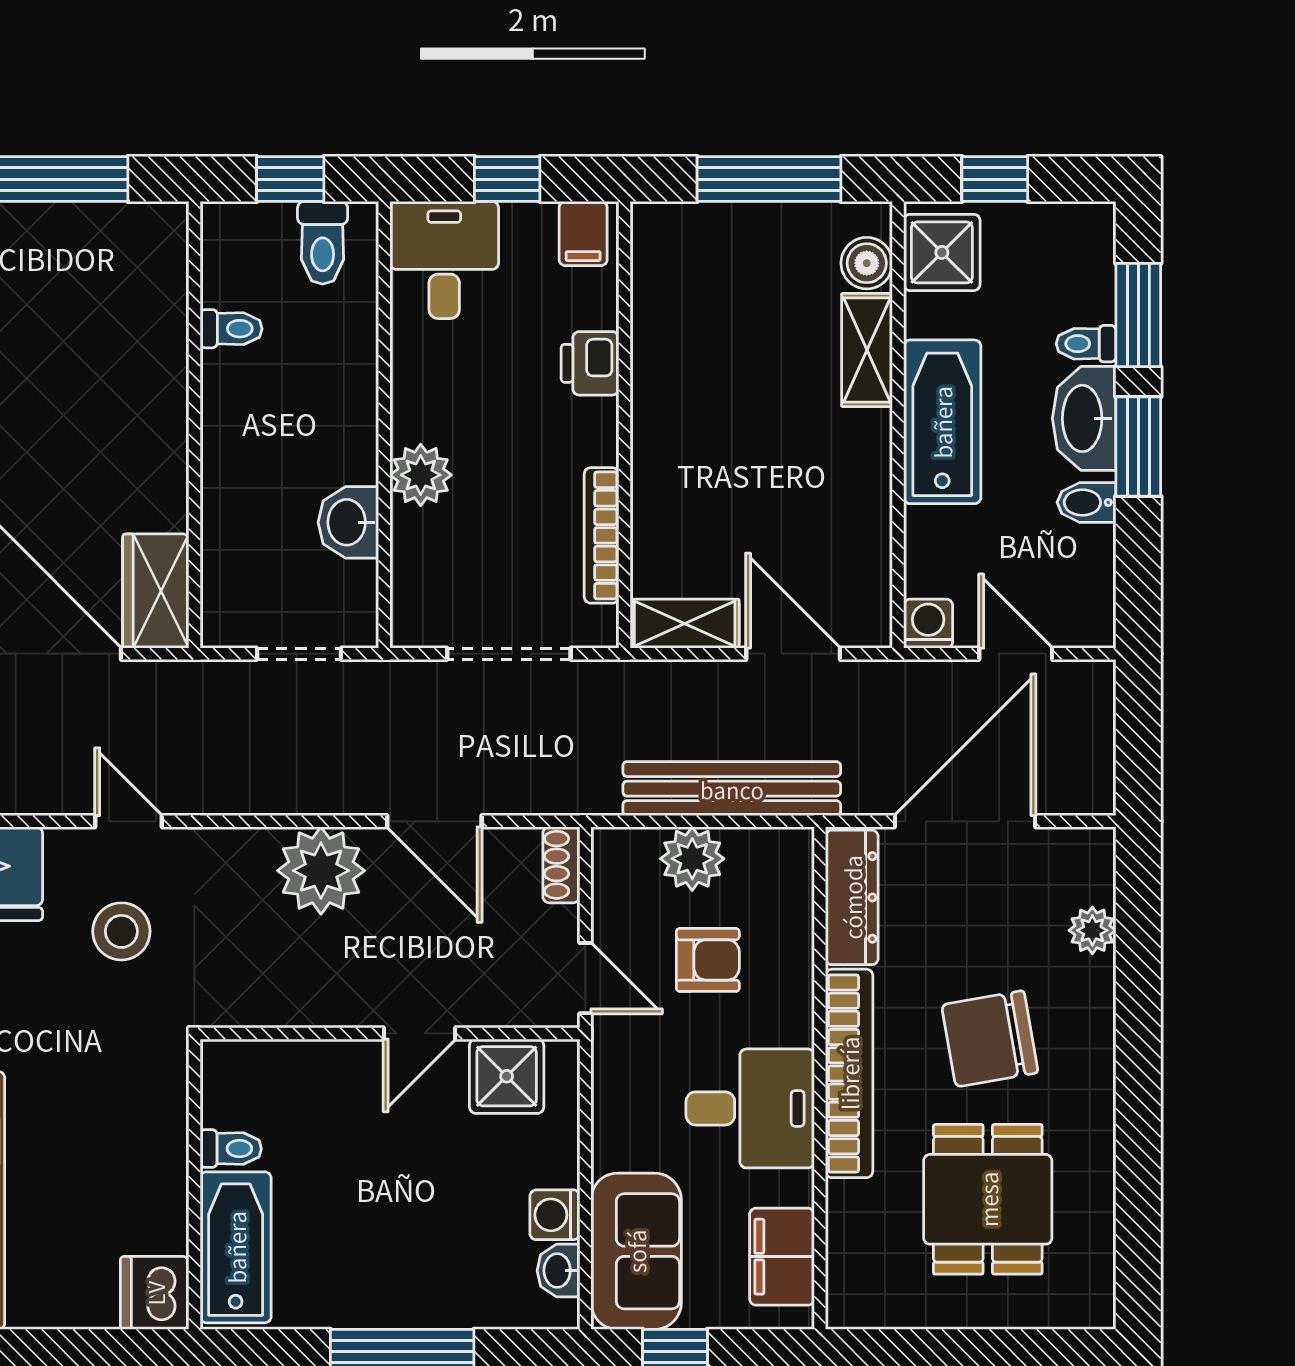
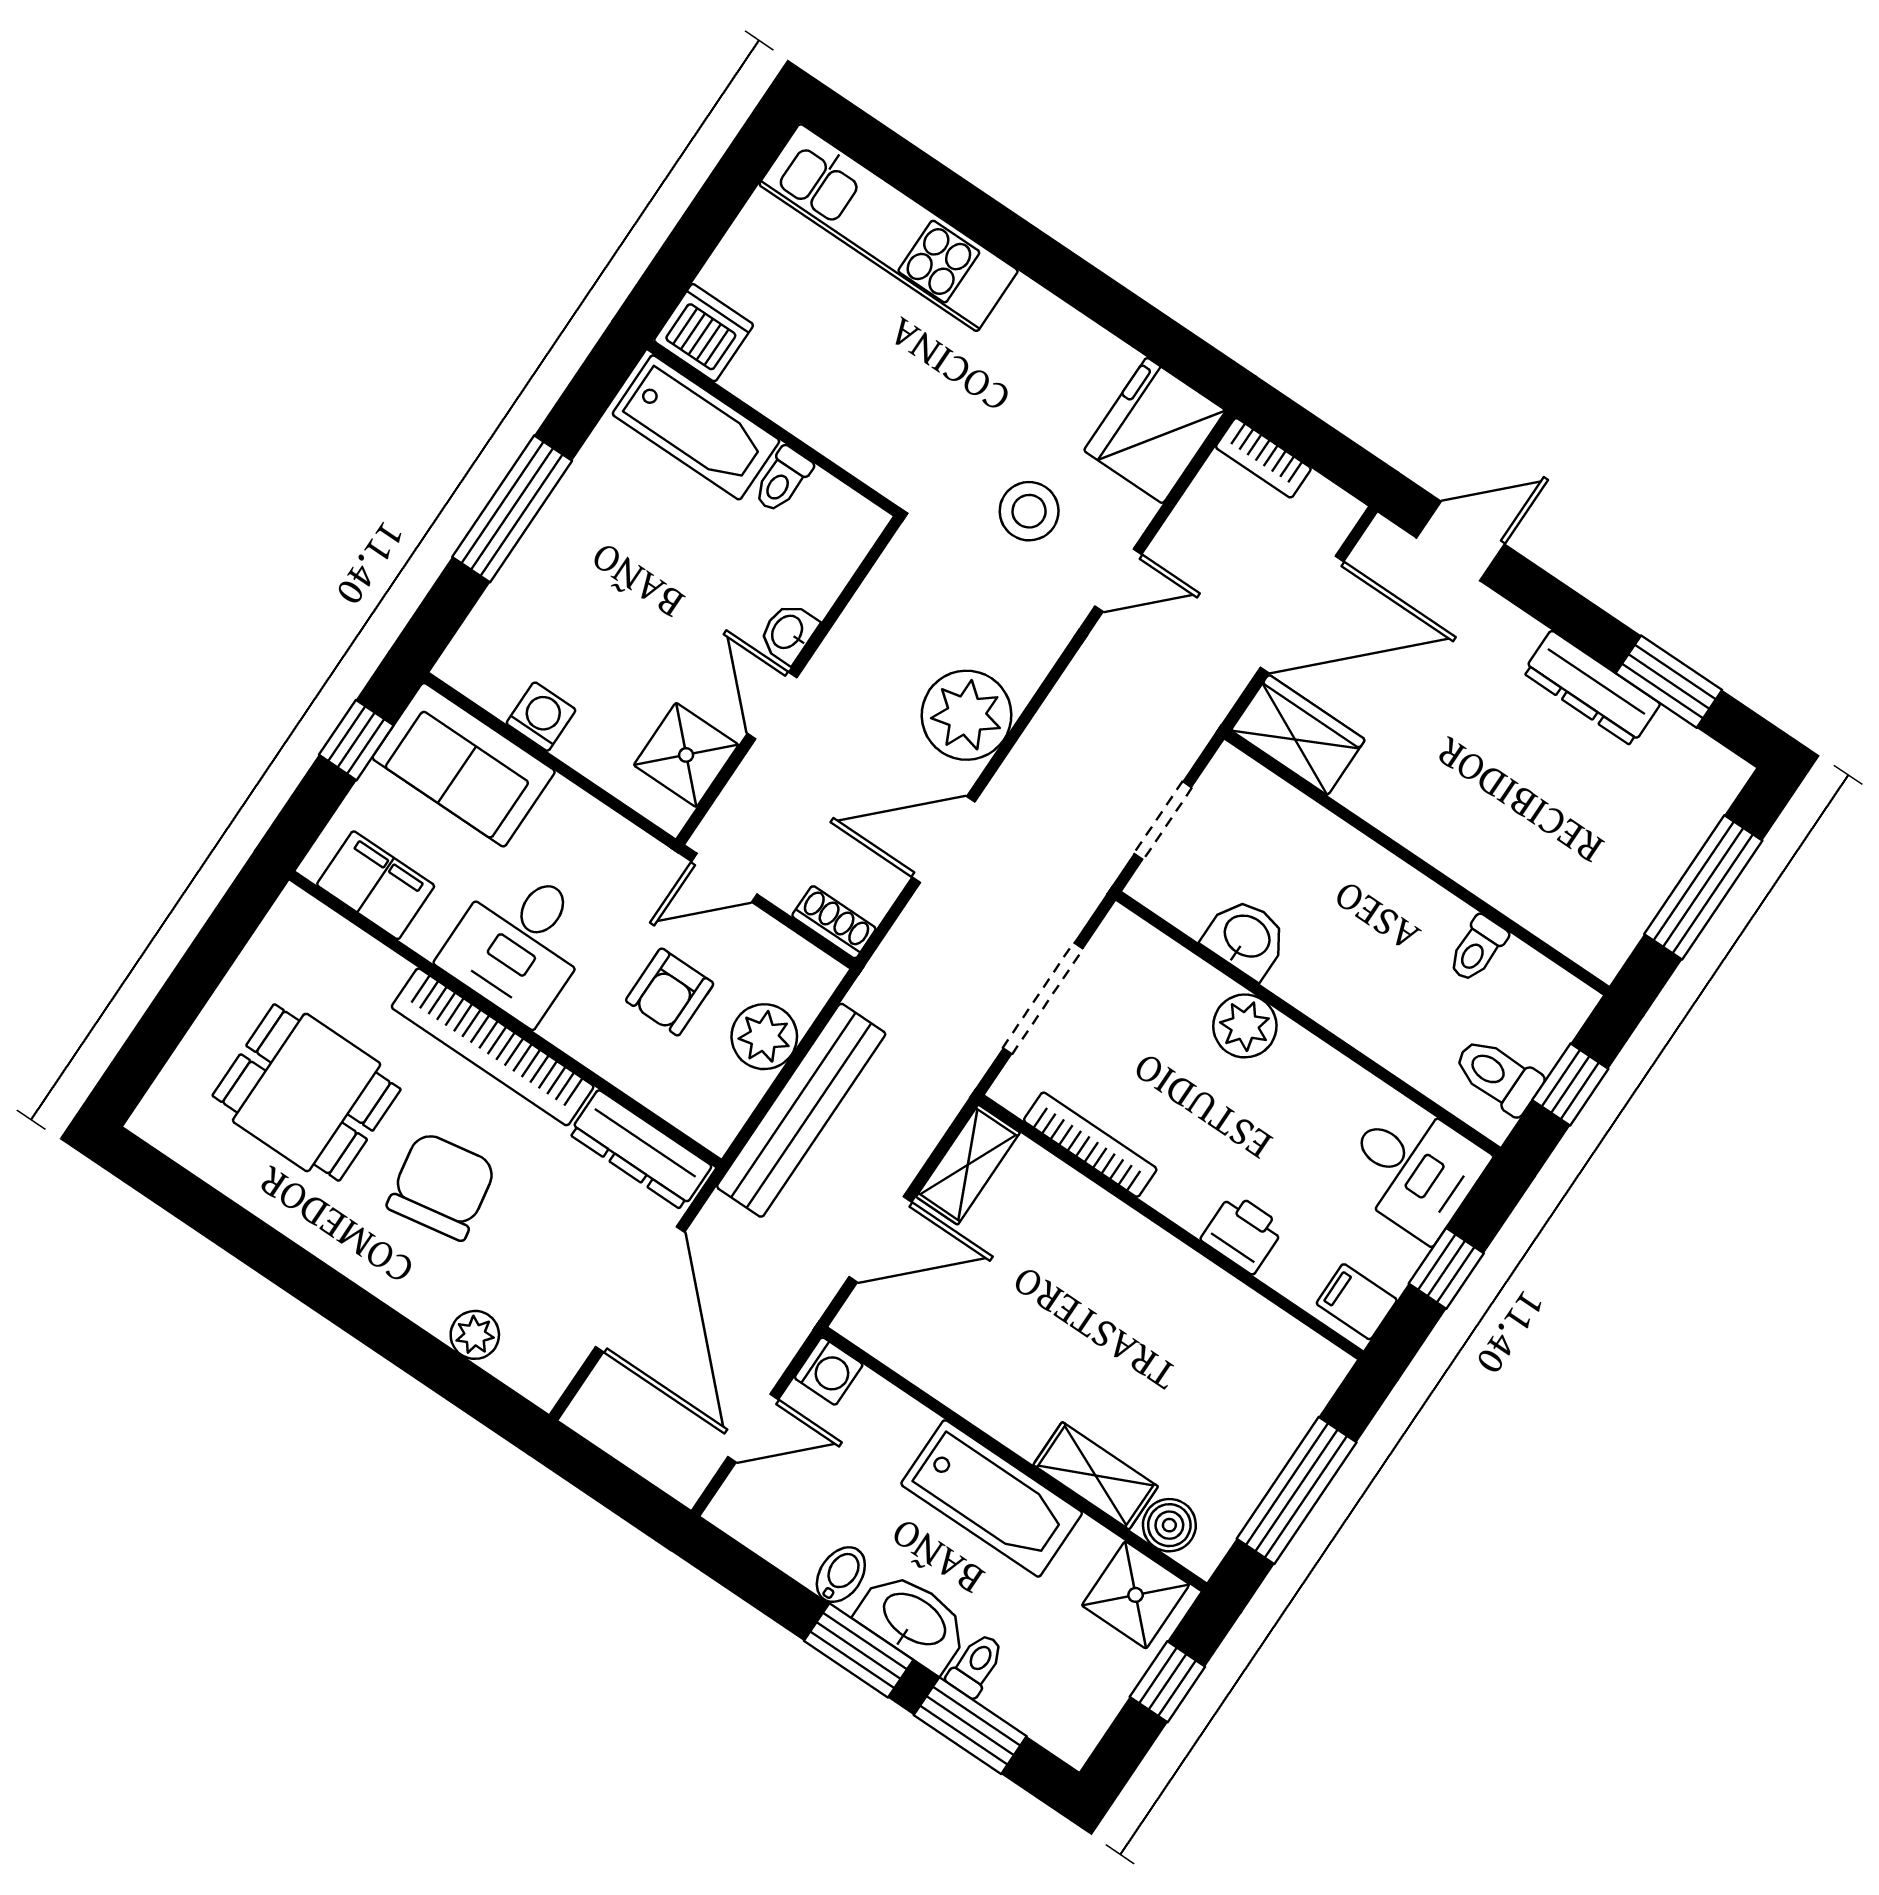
washbasin: (558, 1271) -> (788, 633), moved, turned -90

